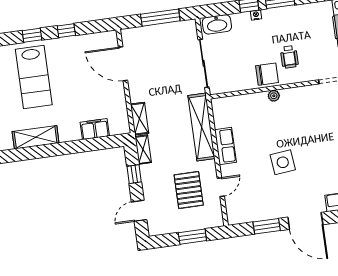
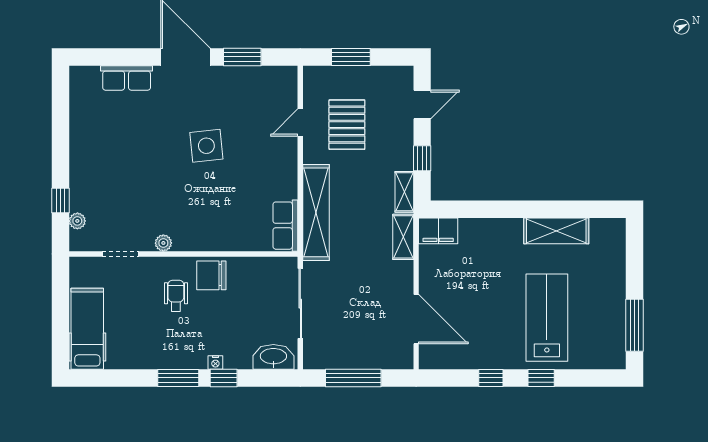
plant: (274, 96) -> (163, 243), moved
filing cabinet: (95, 129) -> (438, 231), moved
row of seats: (225, 146) -> (285, 226), moved

